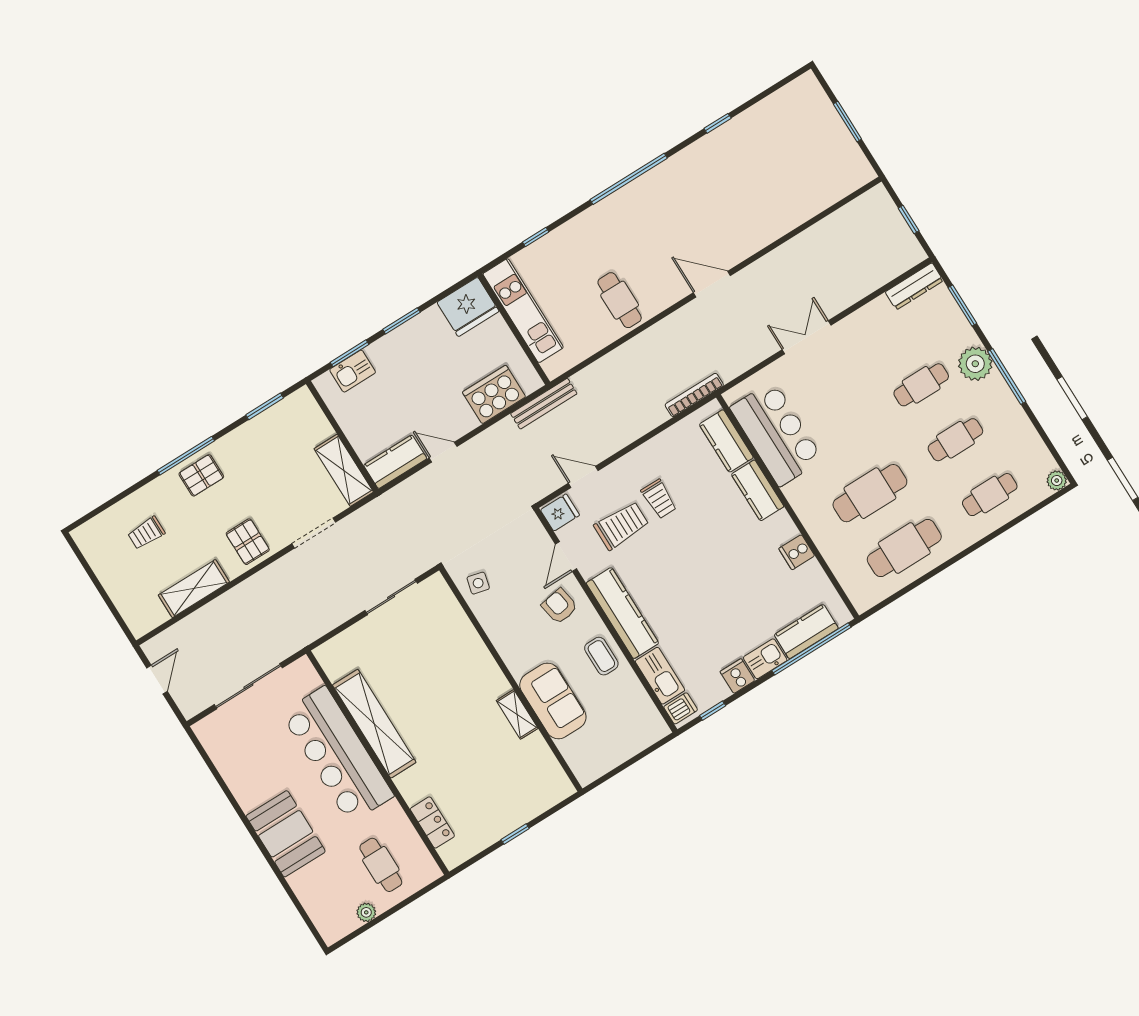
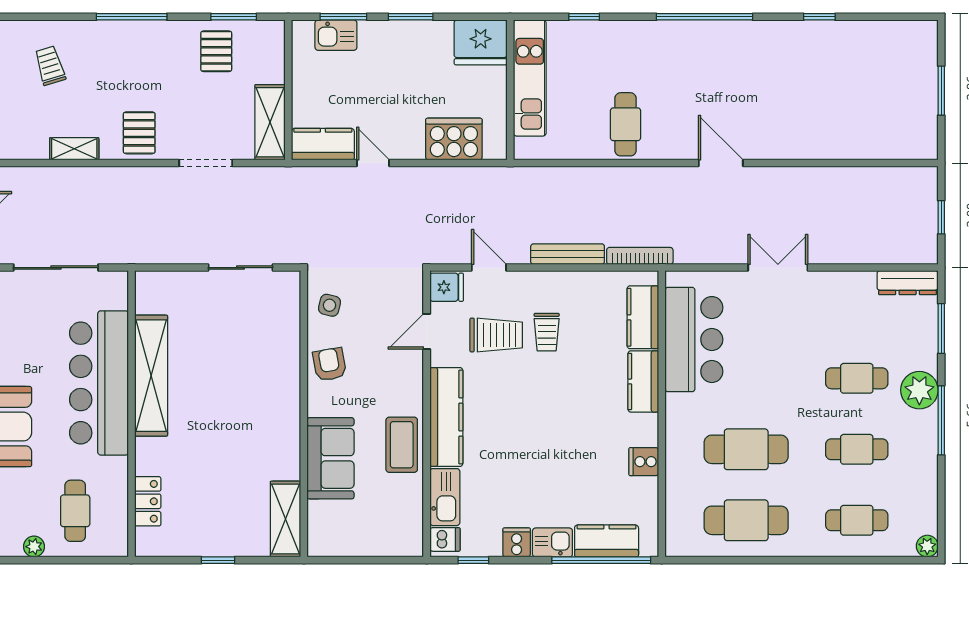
bench: (544, 404) -> (568, 254), moved
pallet: (201, 475) -> (216, 51), moved, turned 90
trolley: (146, 533) -> (50, 66), turned 73
shelving: (194, 589) -> (74, 149), width x0.67, depth x0.75
armchair: (560, 606) -> (330, 364), moved
coffee table: (601, 656) -> (402, 445), width x1.36, depth x1.30
shelving: (517, 714) -> (286, 519), moved, width x1.50, depth x1.33

